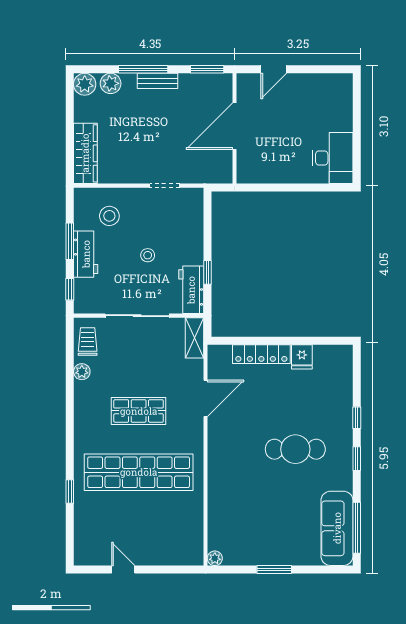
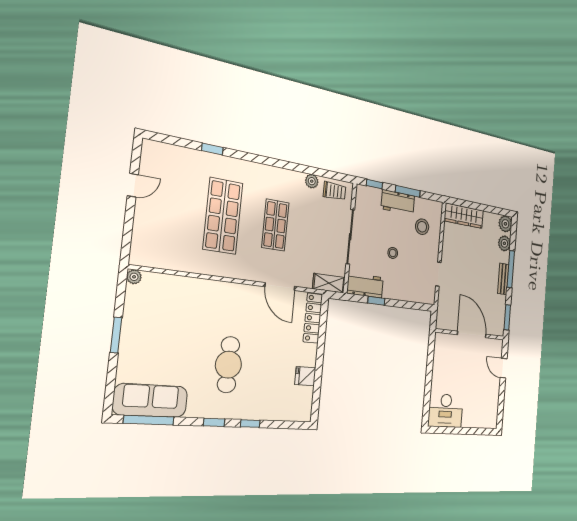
locker: (261, 354) -> (313, 318), moved
shop shelf: (139, 472) -> (223, 216), width x0.71

